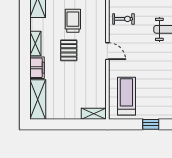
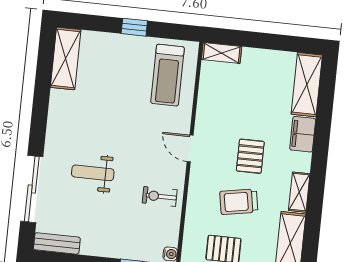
trolley: (73, 21) -> (239, 202), turned 80
shelving: (35, 44) -> (299, 192), moved

